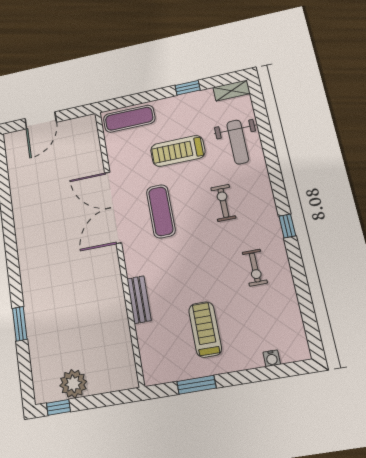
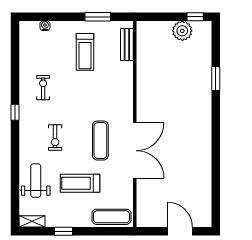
door: (41, 120) -> (180, 231), hinge flipped
treadmill: (178, 151) -> (80, 183), turned 180
bench: (139, 300) -> (127, 44), moved

